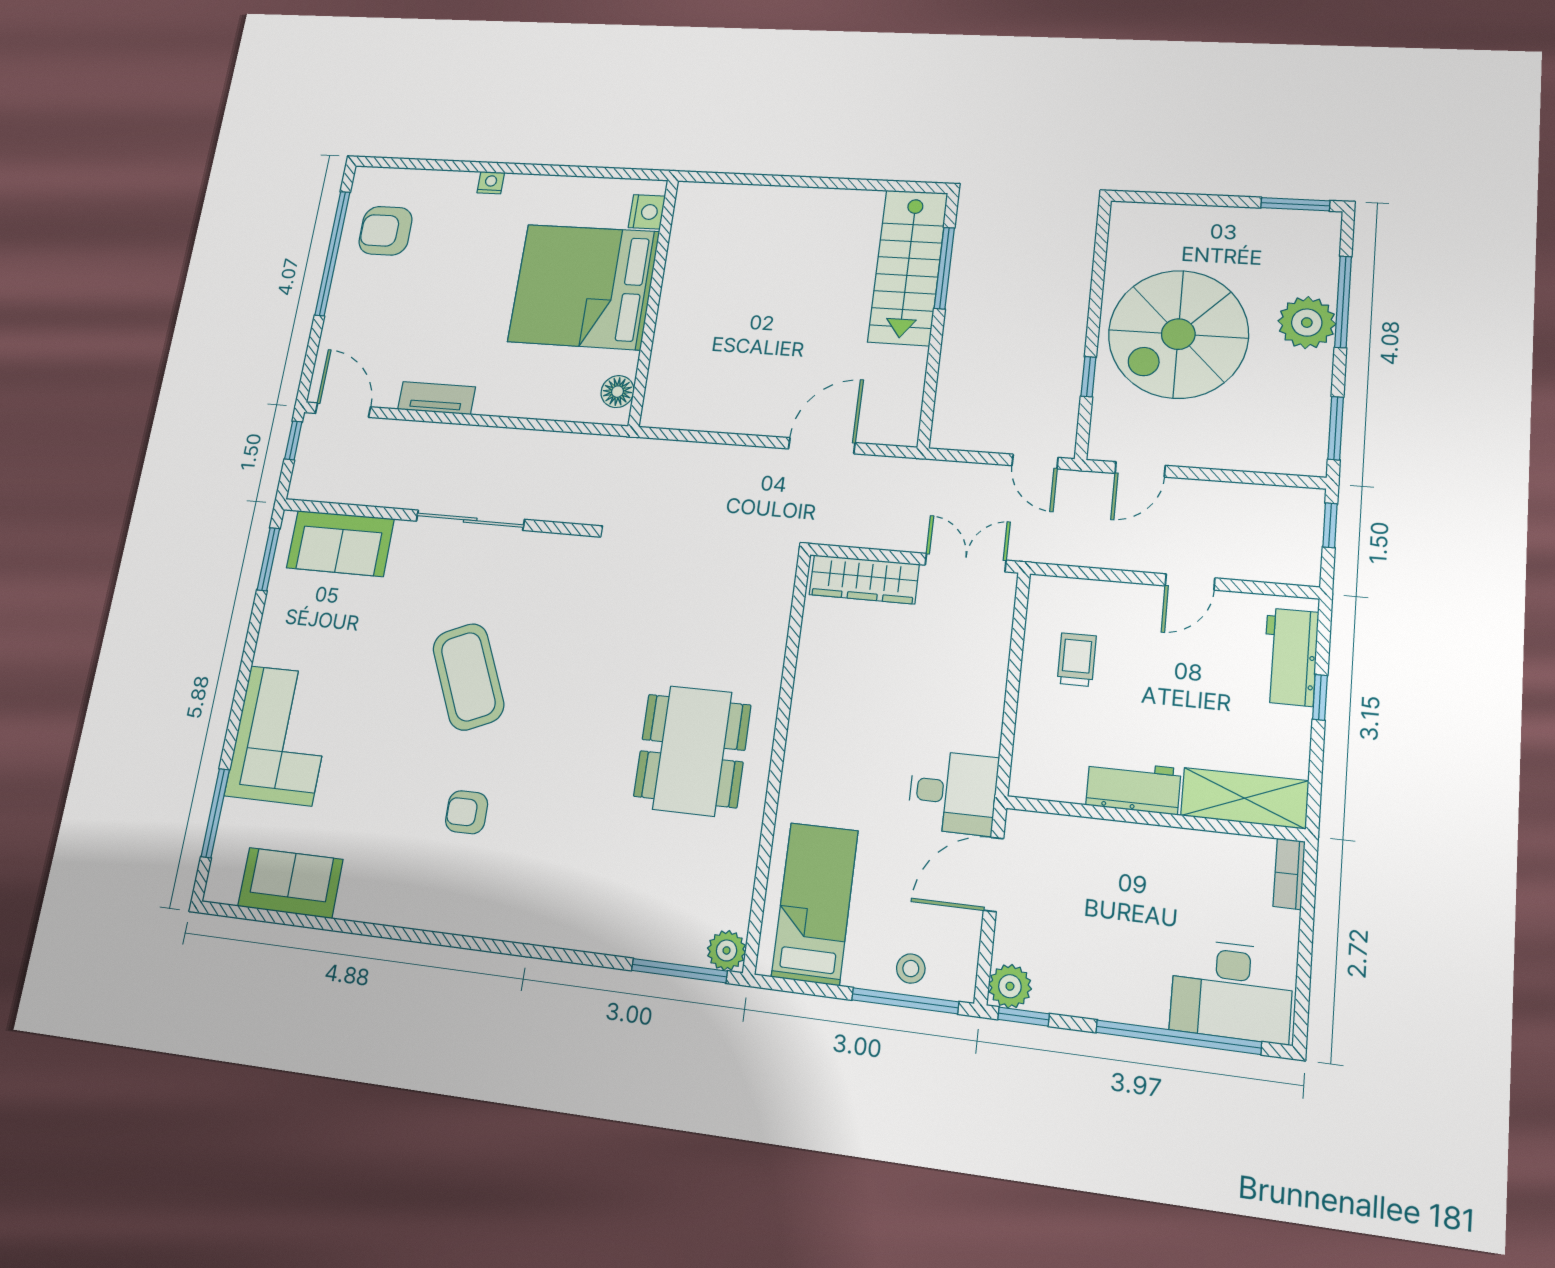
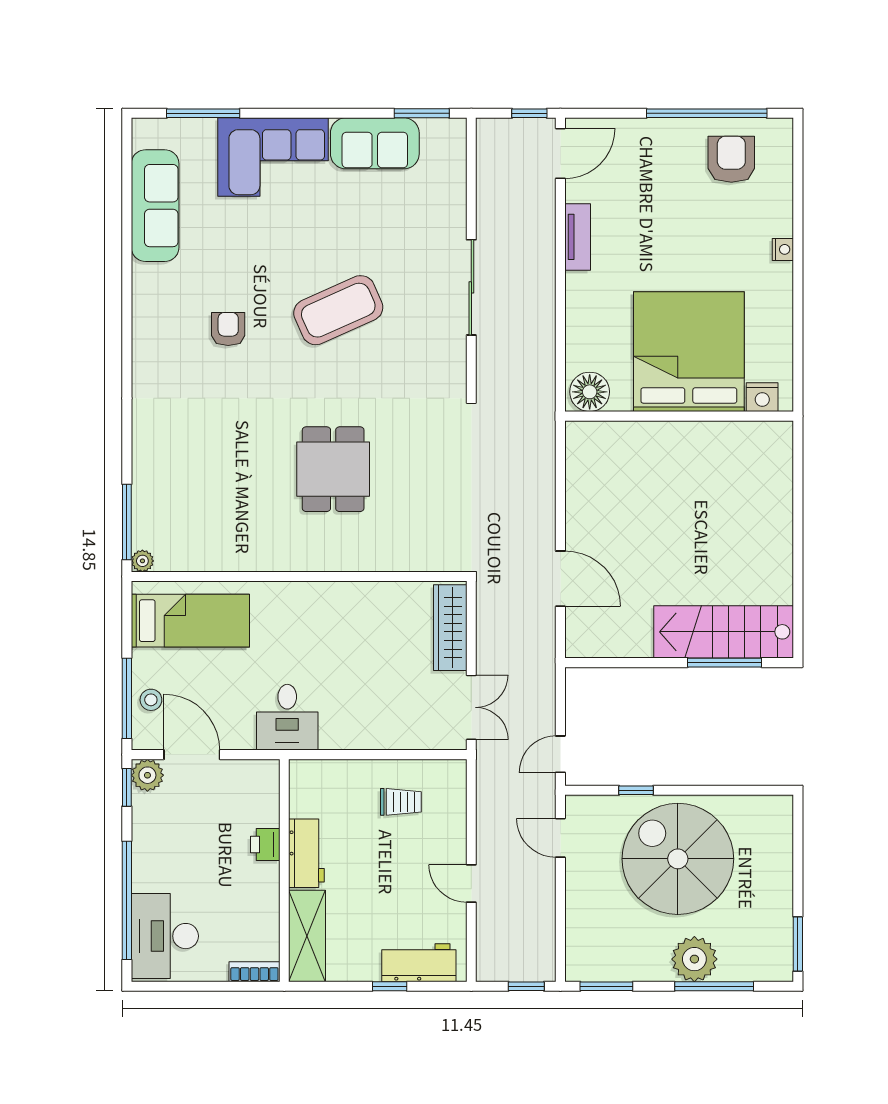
floor lamp: (618, 392) -> (590, 392), width x1.38, depth x1.38
sofa: (340, 543) -> (375, 143), moved, turned -90
dining table: (692, 751) -> (333, 469), moved, width x0.73
printer: (1117, 840) -> (265, 845), added
door: (994, 874) -> (192, 755), moved
sofa: (290, 883) -> (155, 206), width x1.36
plant: (727, 950) -> (142, 561), width x0.73, depth x0.73

